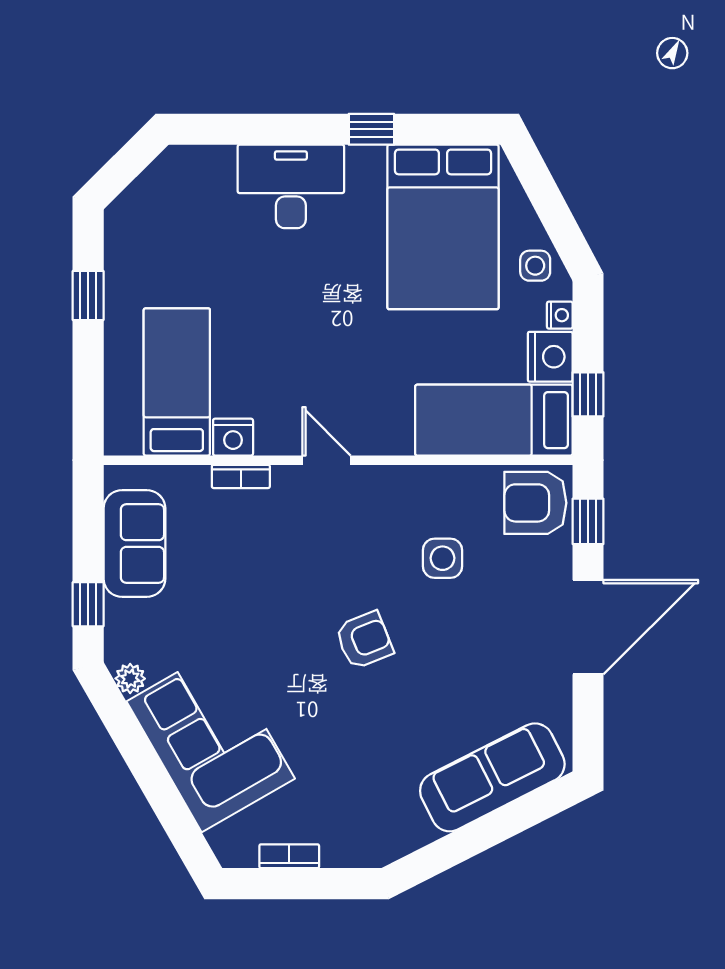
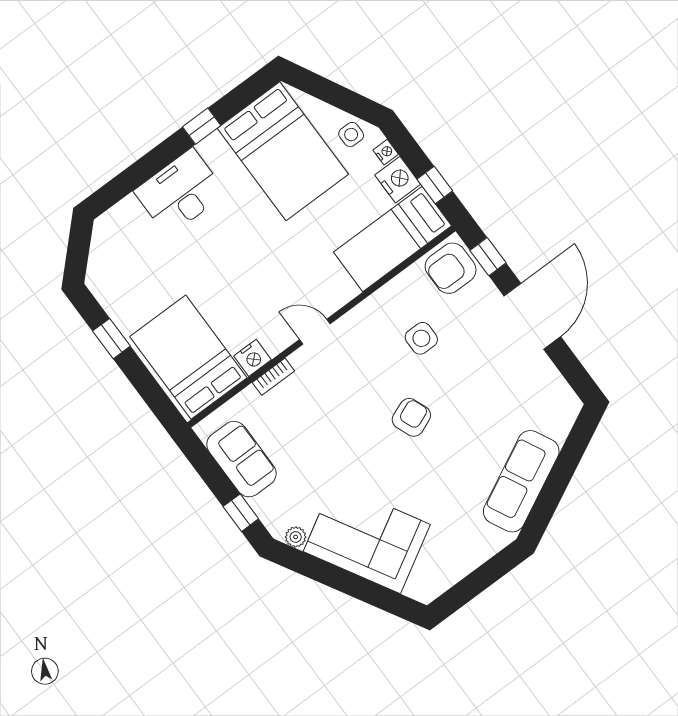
bed: (177, 382) -> (188, 357), width x1.50
sofa: (492, 777) -> (521, 481), moved
bookcase: (289, 856) -> (460, 571), removed

